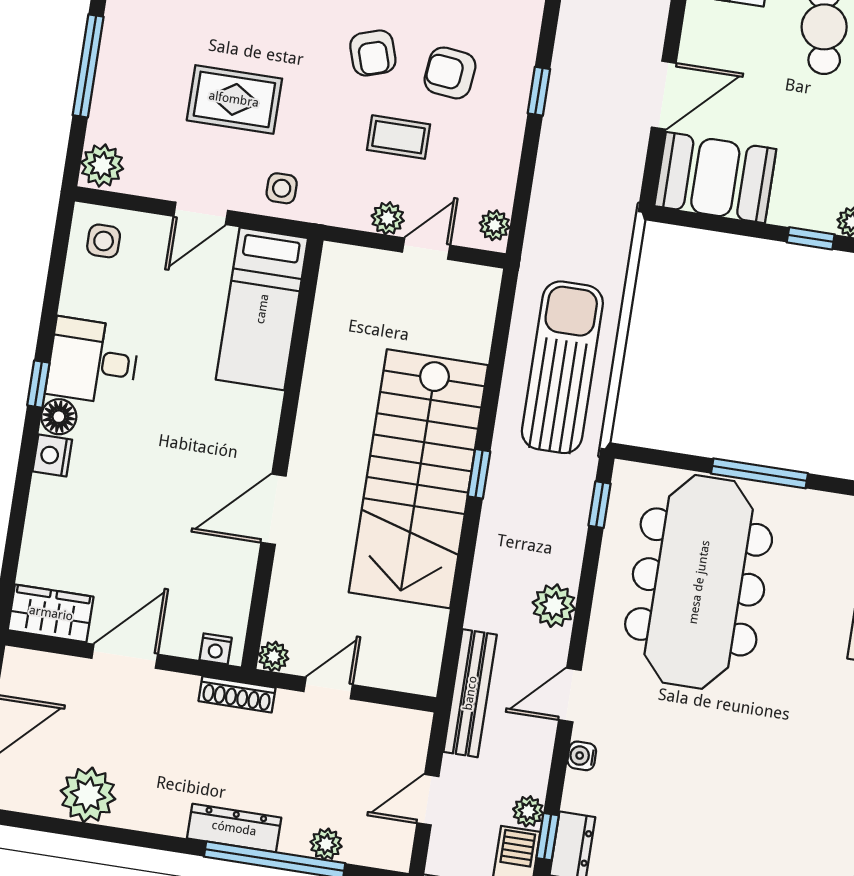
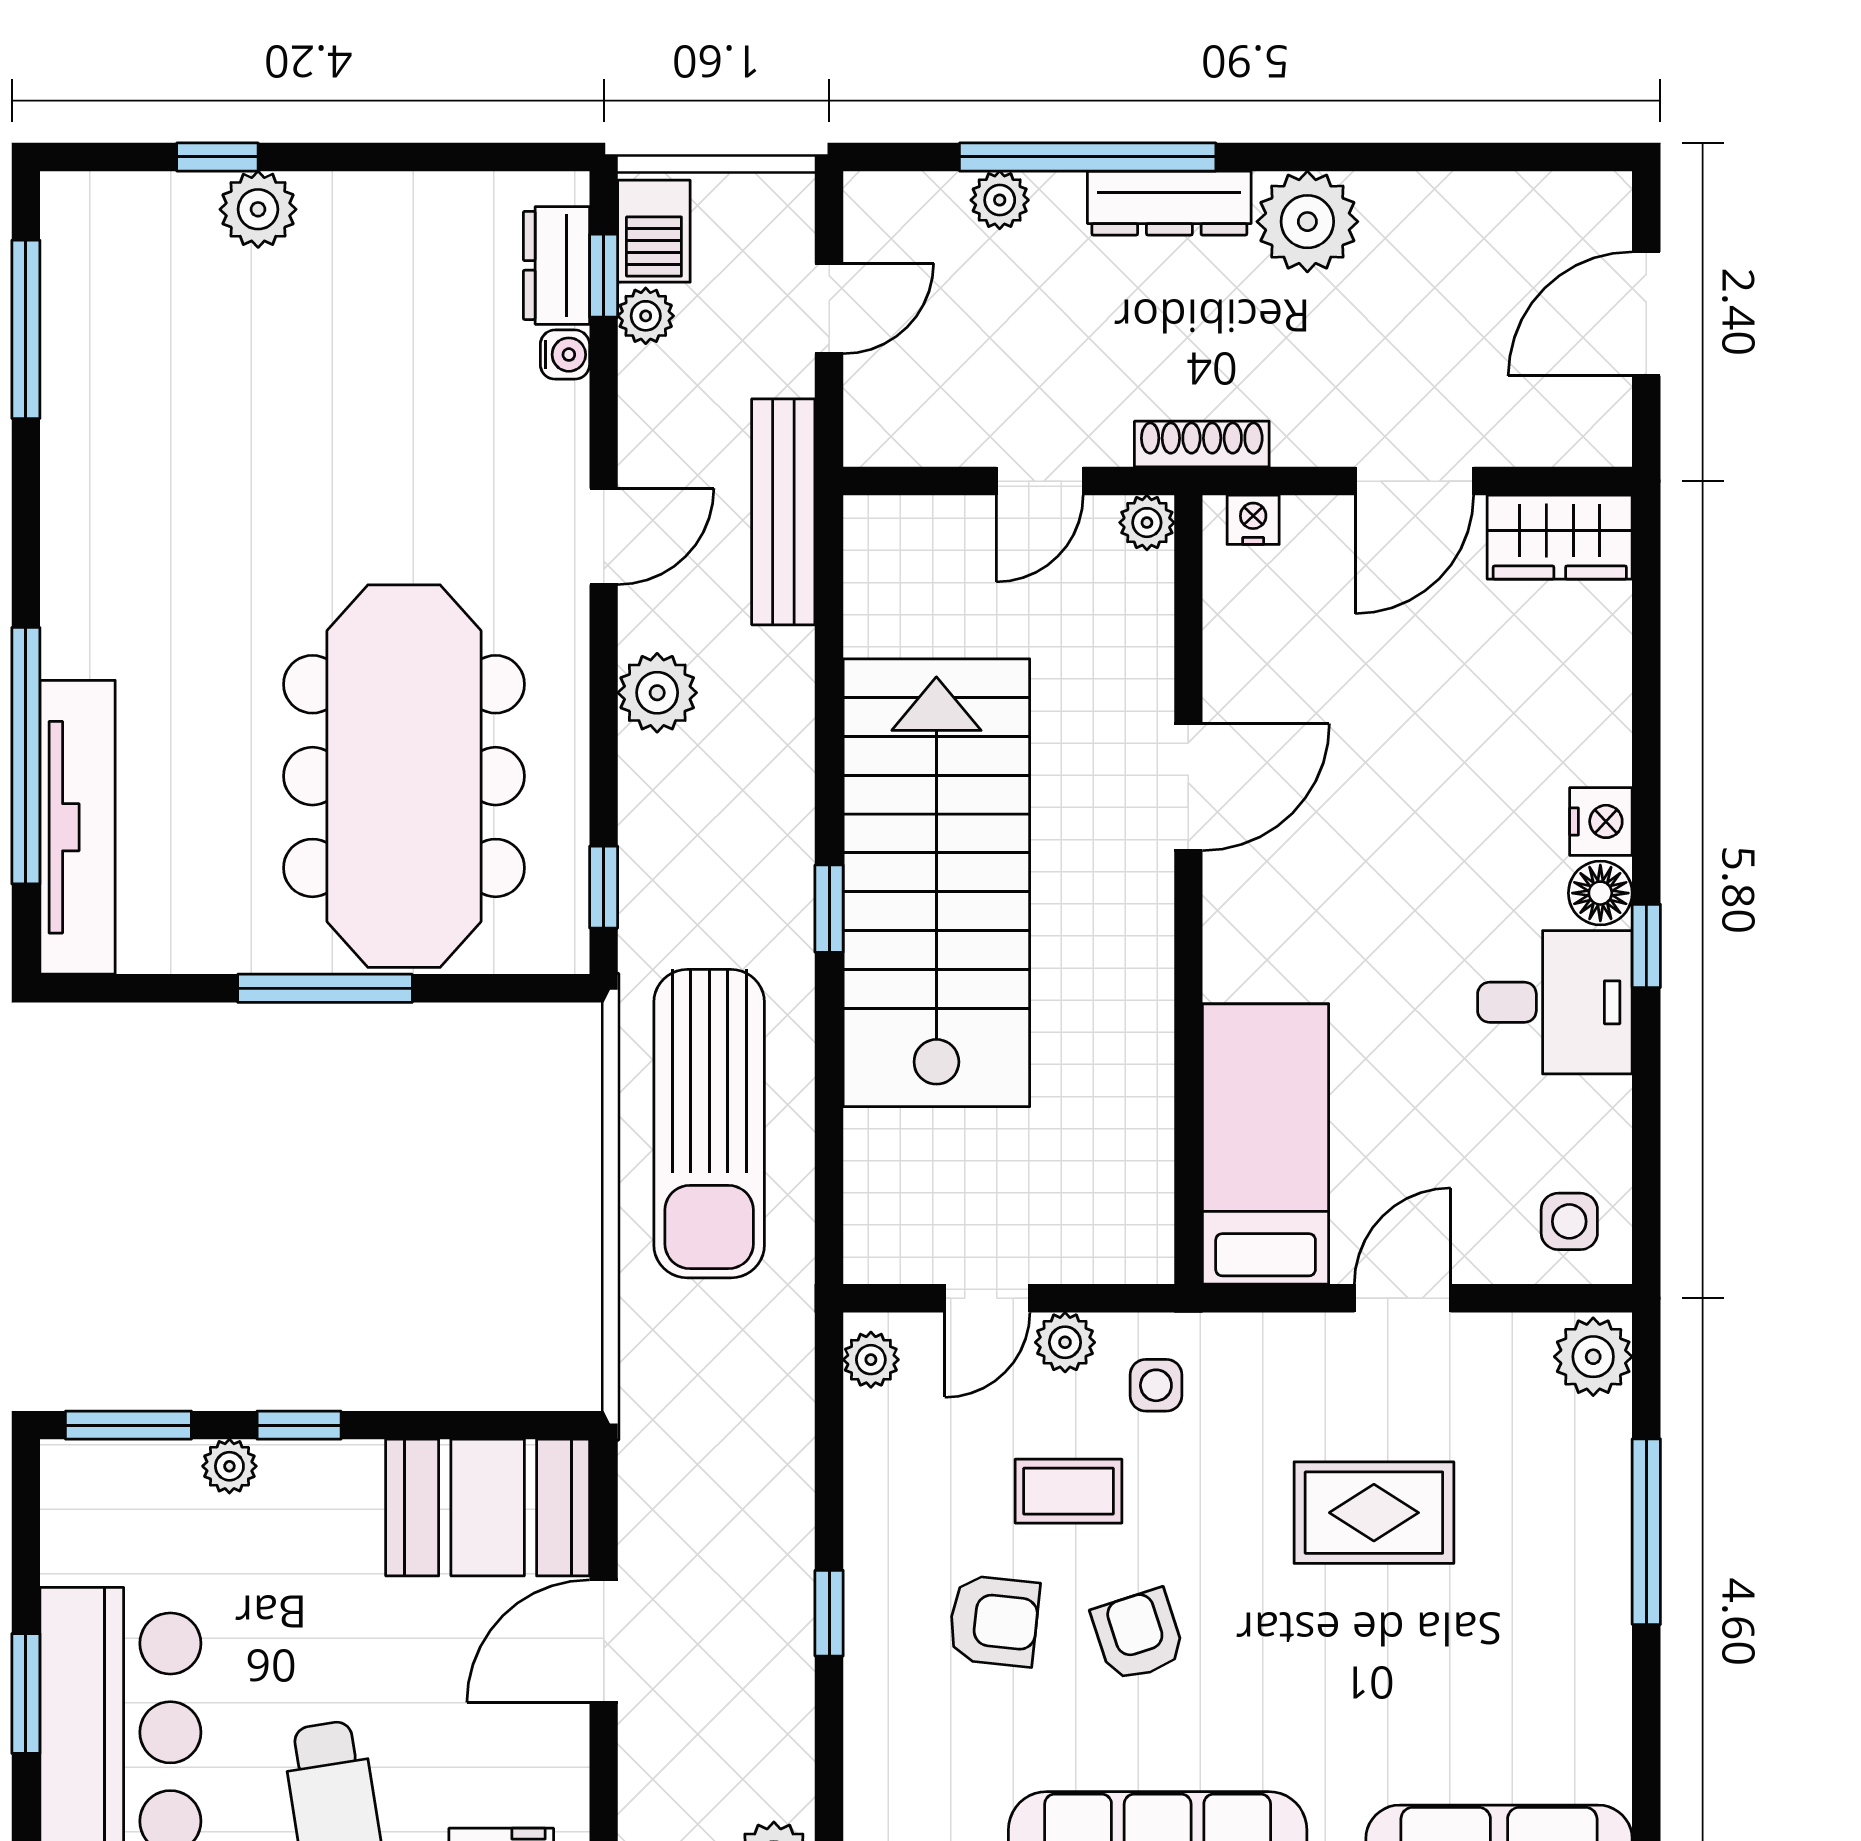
side table: (282, 188) -> (1156, 1385), moved
water cooler: (582, 756) -> (565, 355), moved
plant: (88, 795) -> (1307, 222), moved

